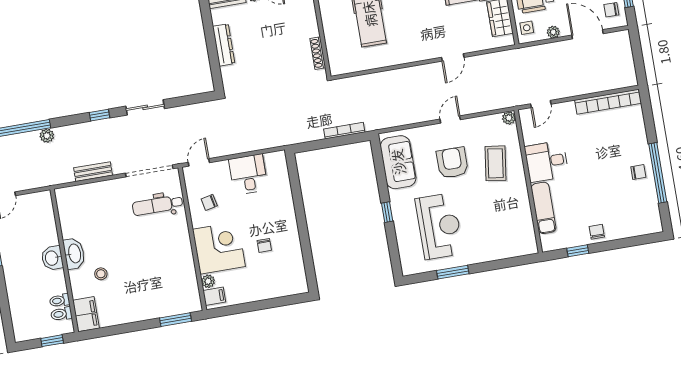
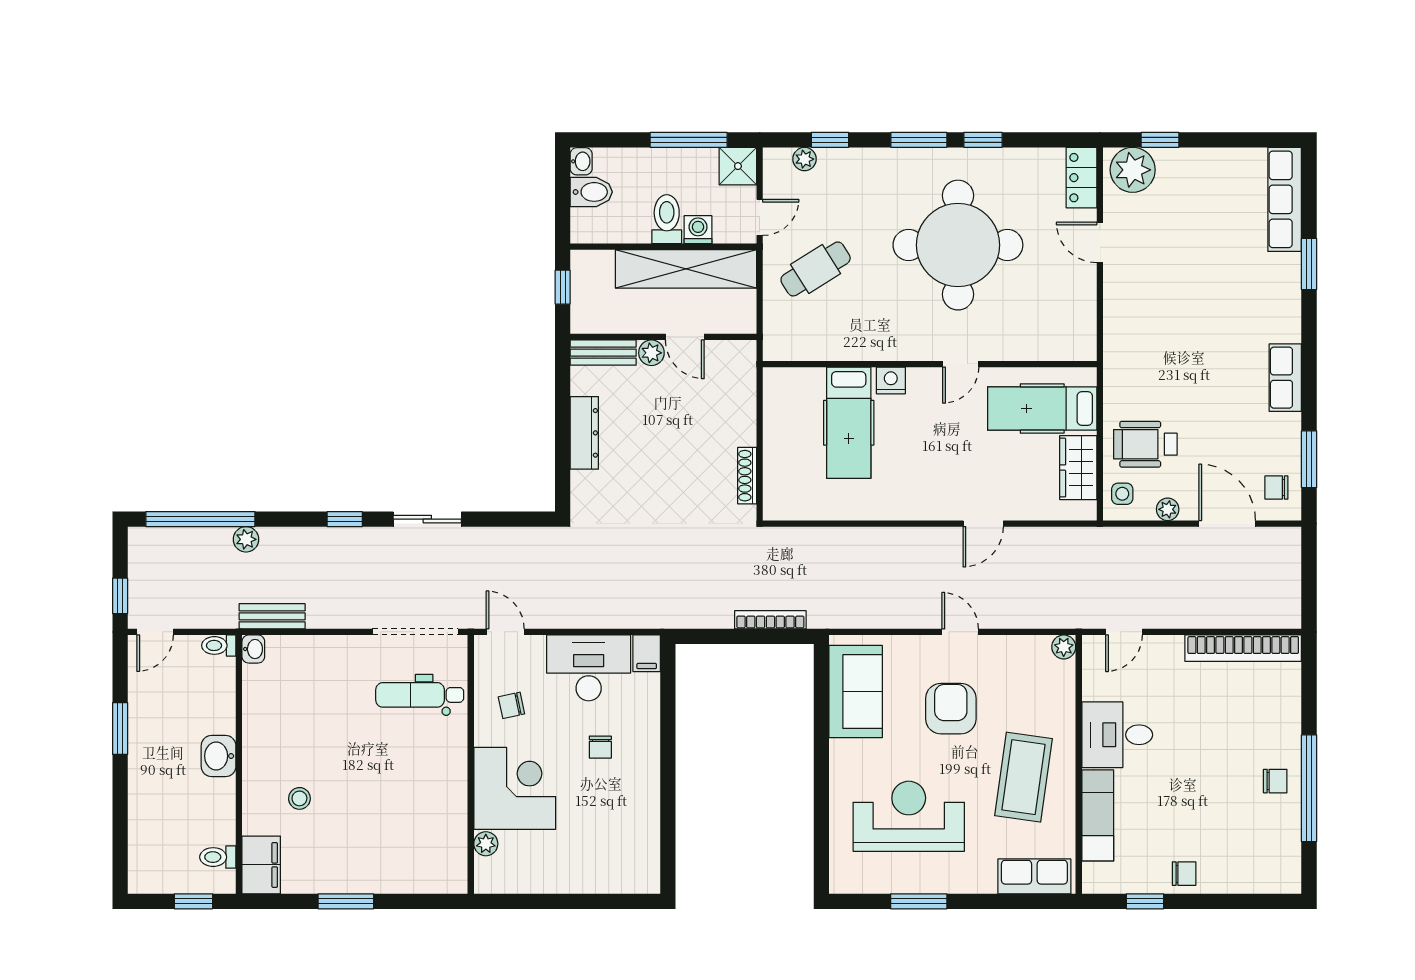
door: (450, 119) -> (960, 632), hinge flipped
door: (199, 162) -> (505, 632), hinge flipped
coffee table: (495, 163) -> (1024, 777), moved, width x1.36, depth x1.32
bench: (93, 172) -> (272, 616), moved
desk: (248, 174) -> (589, 668), width x1.37
window: (387, 212) -> (821, 776), removed
reception desk: (439, 226) -> (909, 816), turned -90
chair: (597, 232) -> (1184, 874), turned 90
chair: (264, 245) -> (600, 747), moved
row of seats: (514, 247) -> (1034, 876), added
washbasin: (74, 254) -> (253, 649), moved, width x0.52, depth x0.69
filing cabinet: (214, 296) -> (647, 653), moved, turned 90
toilet: (60, 301) -> (219, 645), moved
window: (176, 320) -> (346, 901), moved

